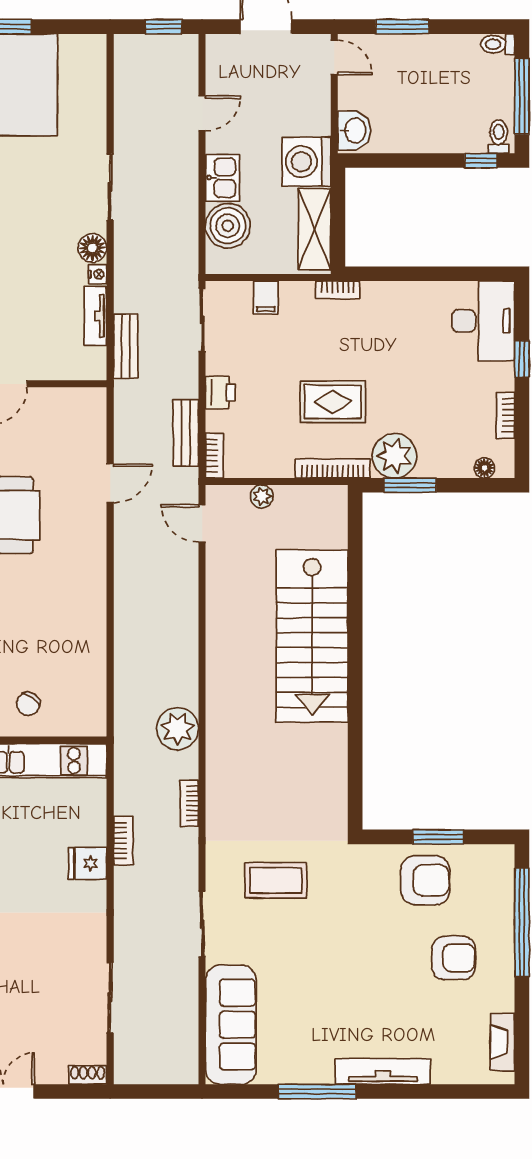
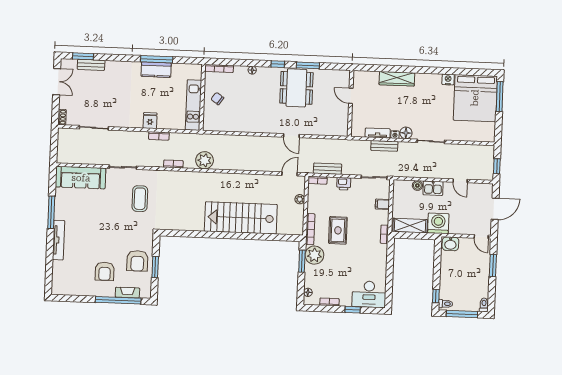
door: (334, 57) -> (481, 237), hinge flipped
boiler: (228, 226) -> (417, 185), width x0.54, depth x0.54
bench: (126, 346) -> (384, 146), moved
door: (110, 483) -> (291, 136), moved
fireplace: (502, 1042) -> (127, 293), moved

